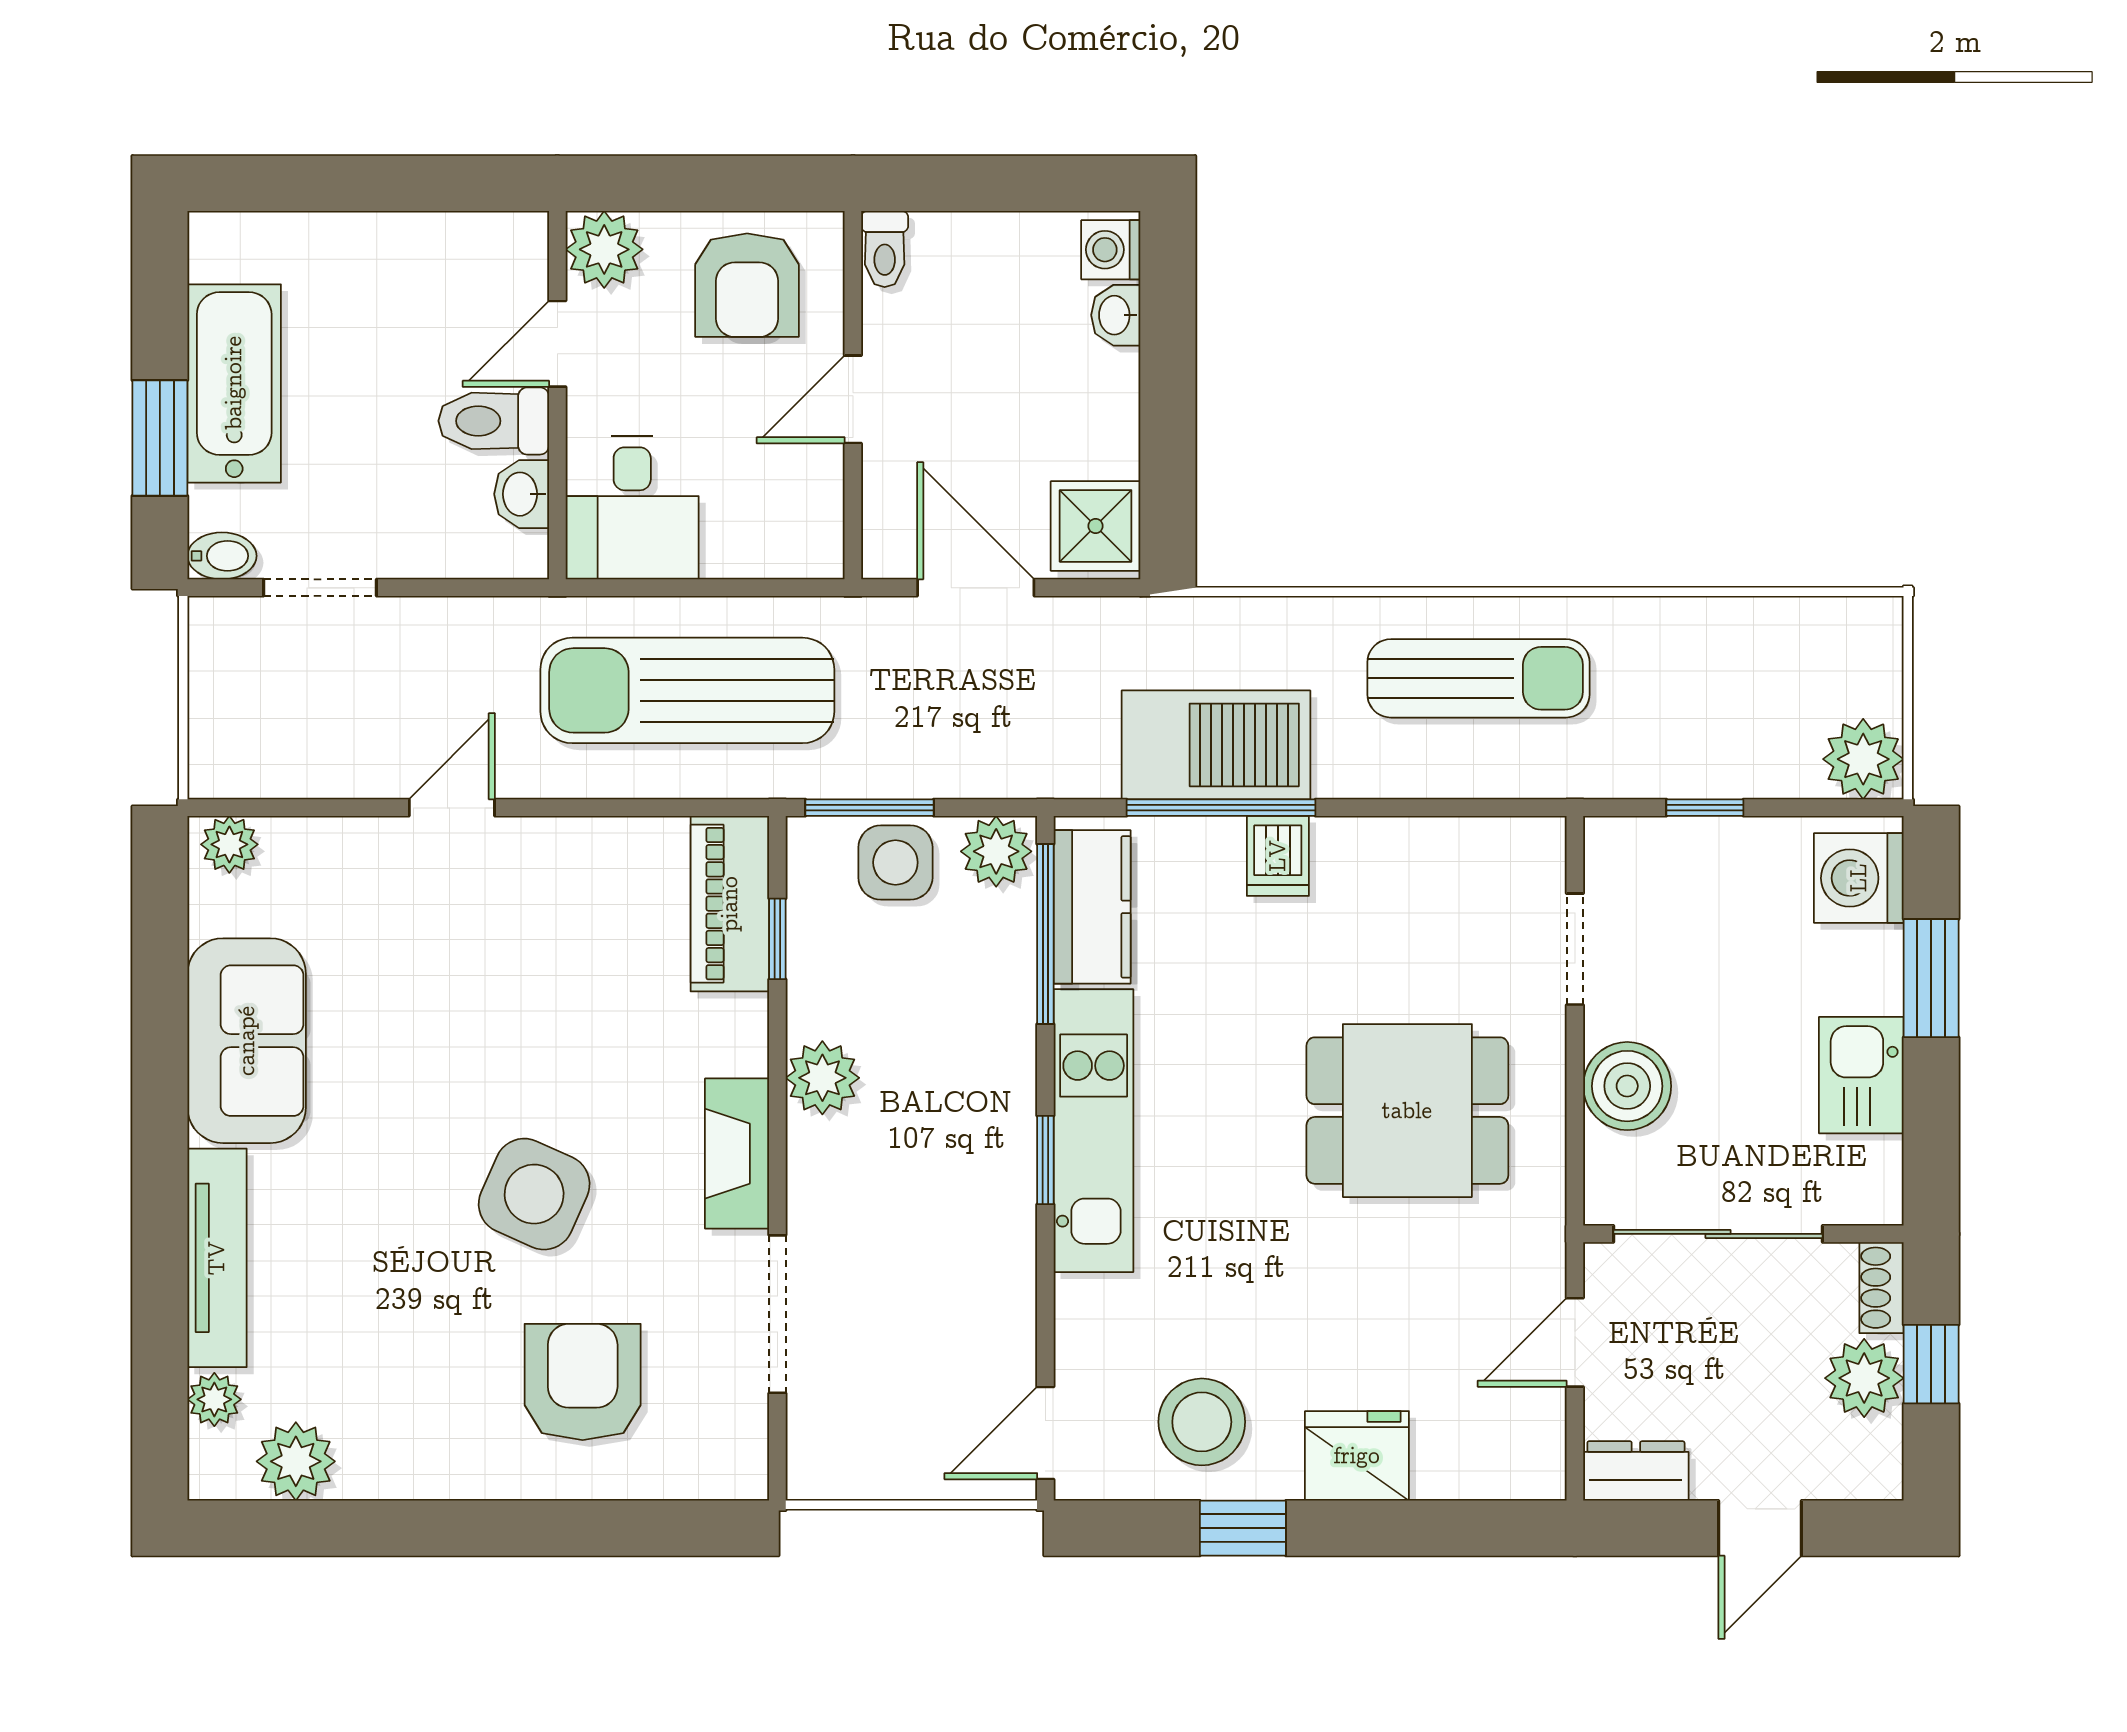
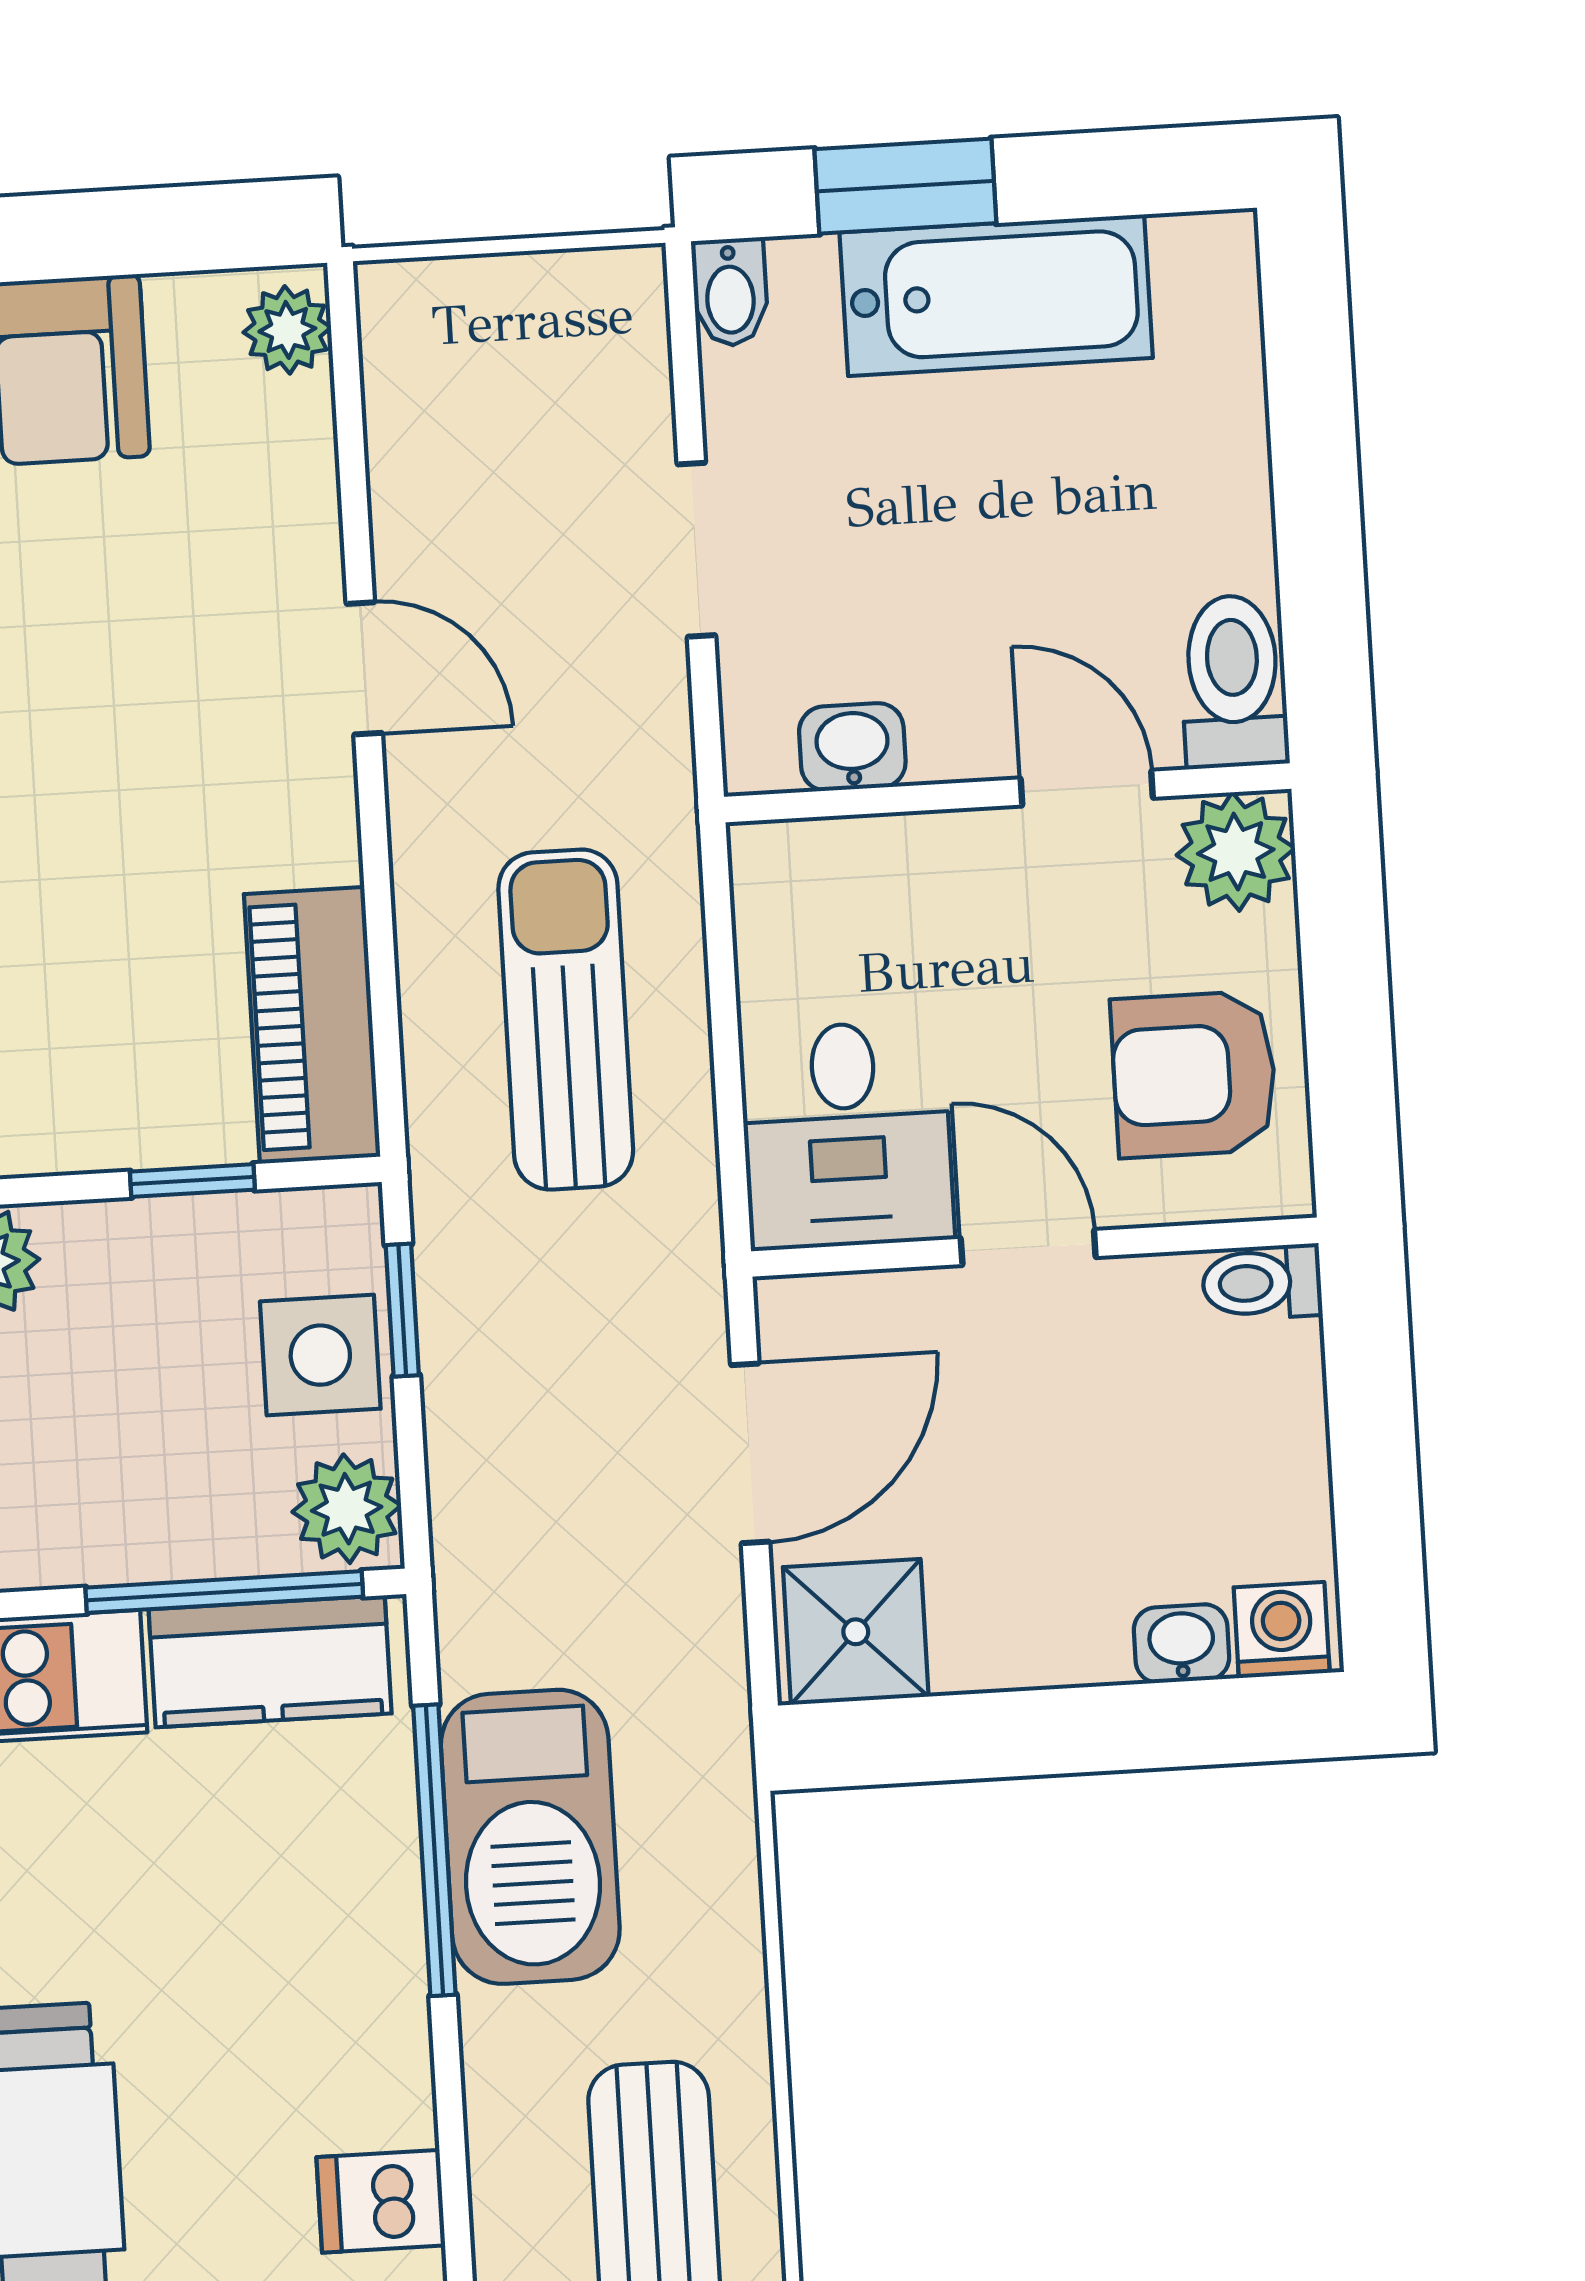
toilet: (494, 421) -> (1233, 681), moved
desk: (632, 508) -> (847, 1135), moved, turned -90
doorway: (320, 588) -> (696, 550), moved
sun lounger: (687, 690) -> (566, 1020), width x0.73, depth x0.75
window: (870, 808) -> (402, 1310), width x0.67
dishwasher: (1278, 856) -> (381, 2201), moved
piano: (730, 904) -> (312, 1025), moved, turned -90

